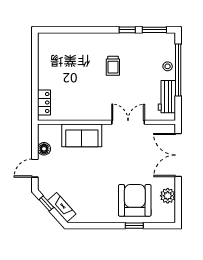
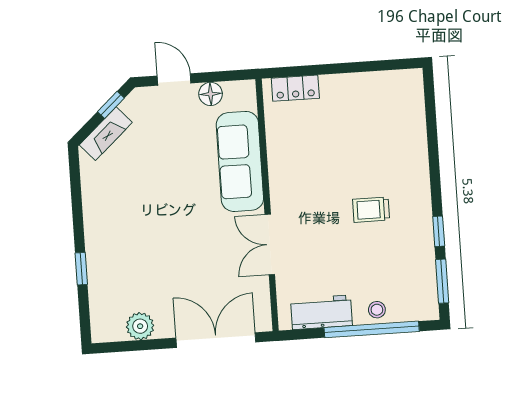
double door: (128, 122) -> (270, 245), swing flipped
sofa: (82, 135) -> (240, 161), width x1.36
armchair: (135, 200) -> (128, 266), removed

